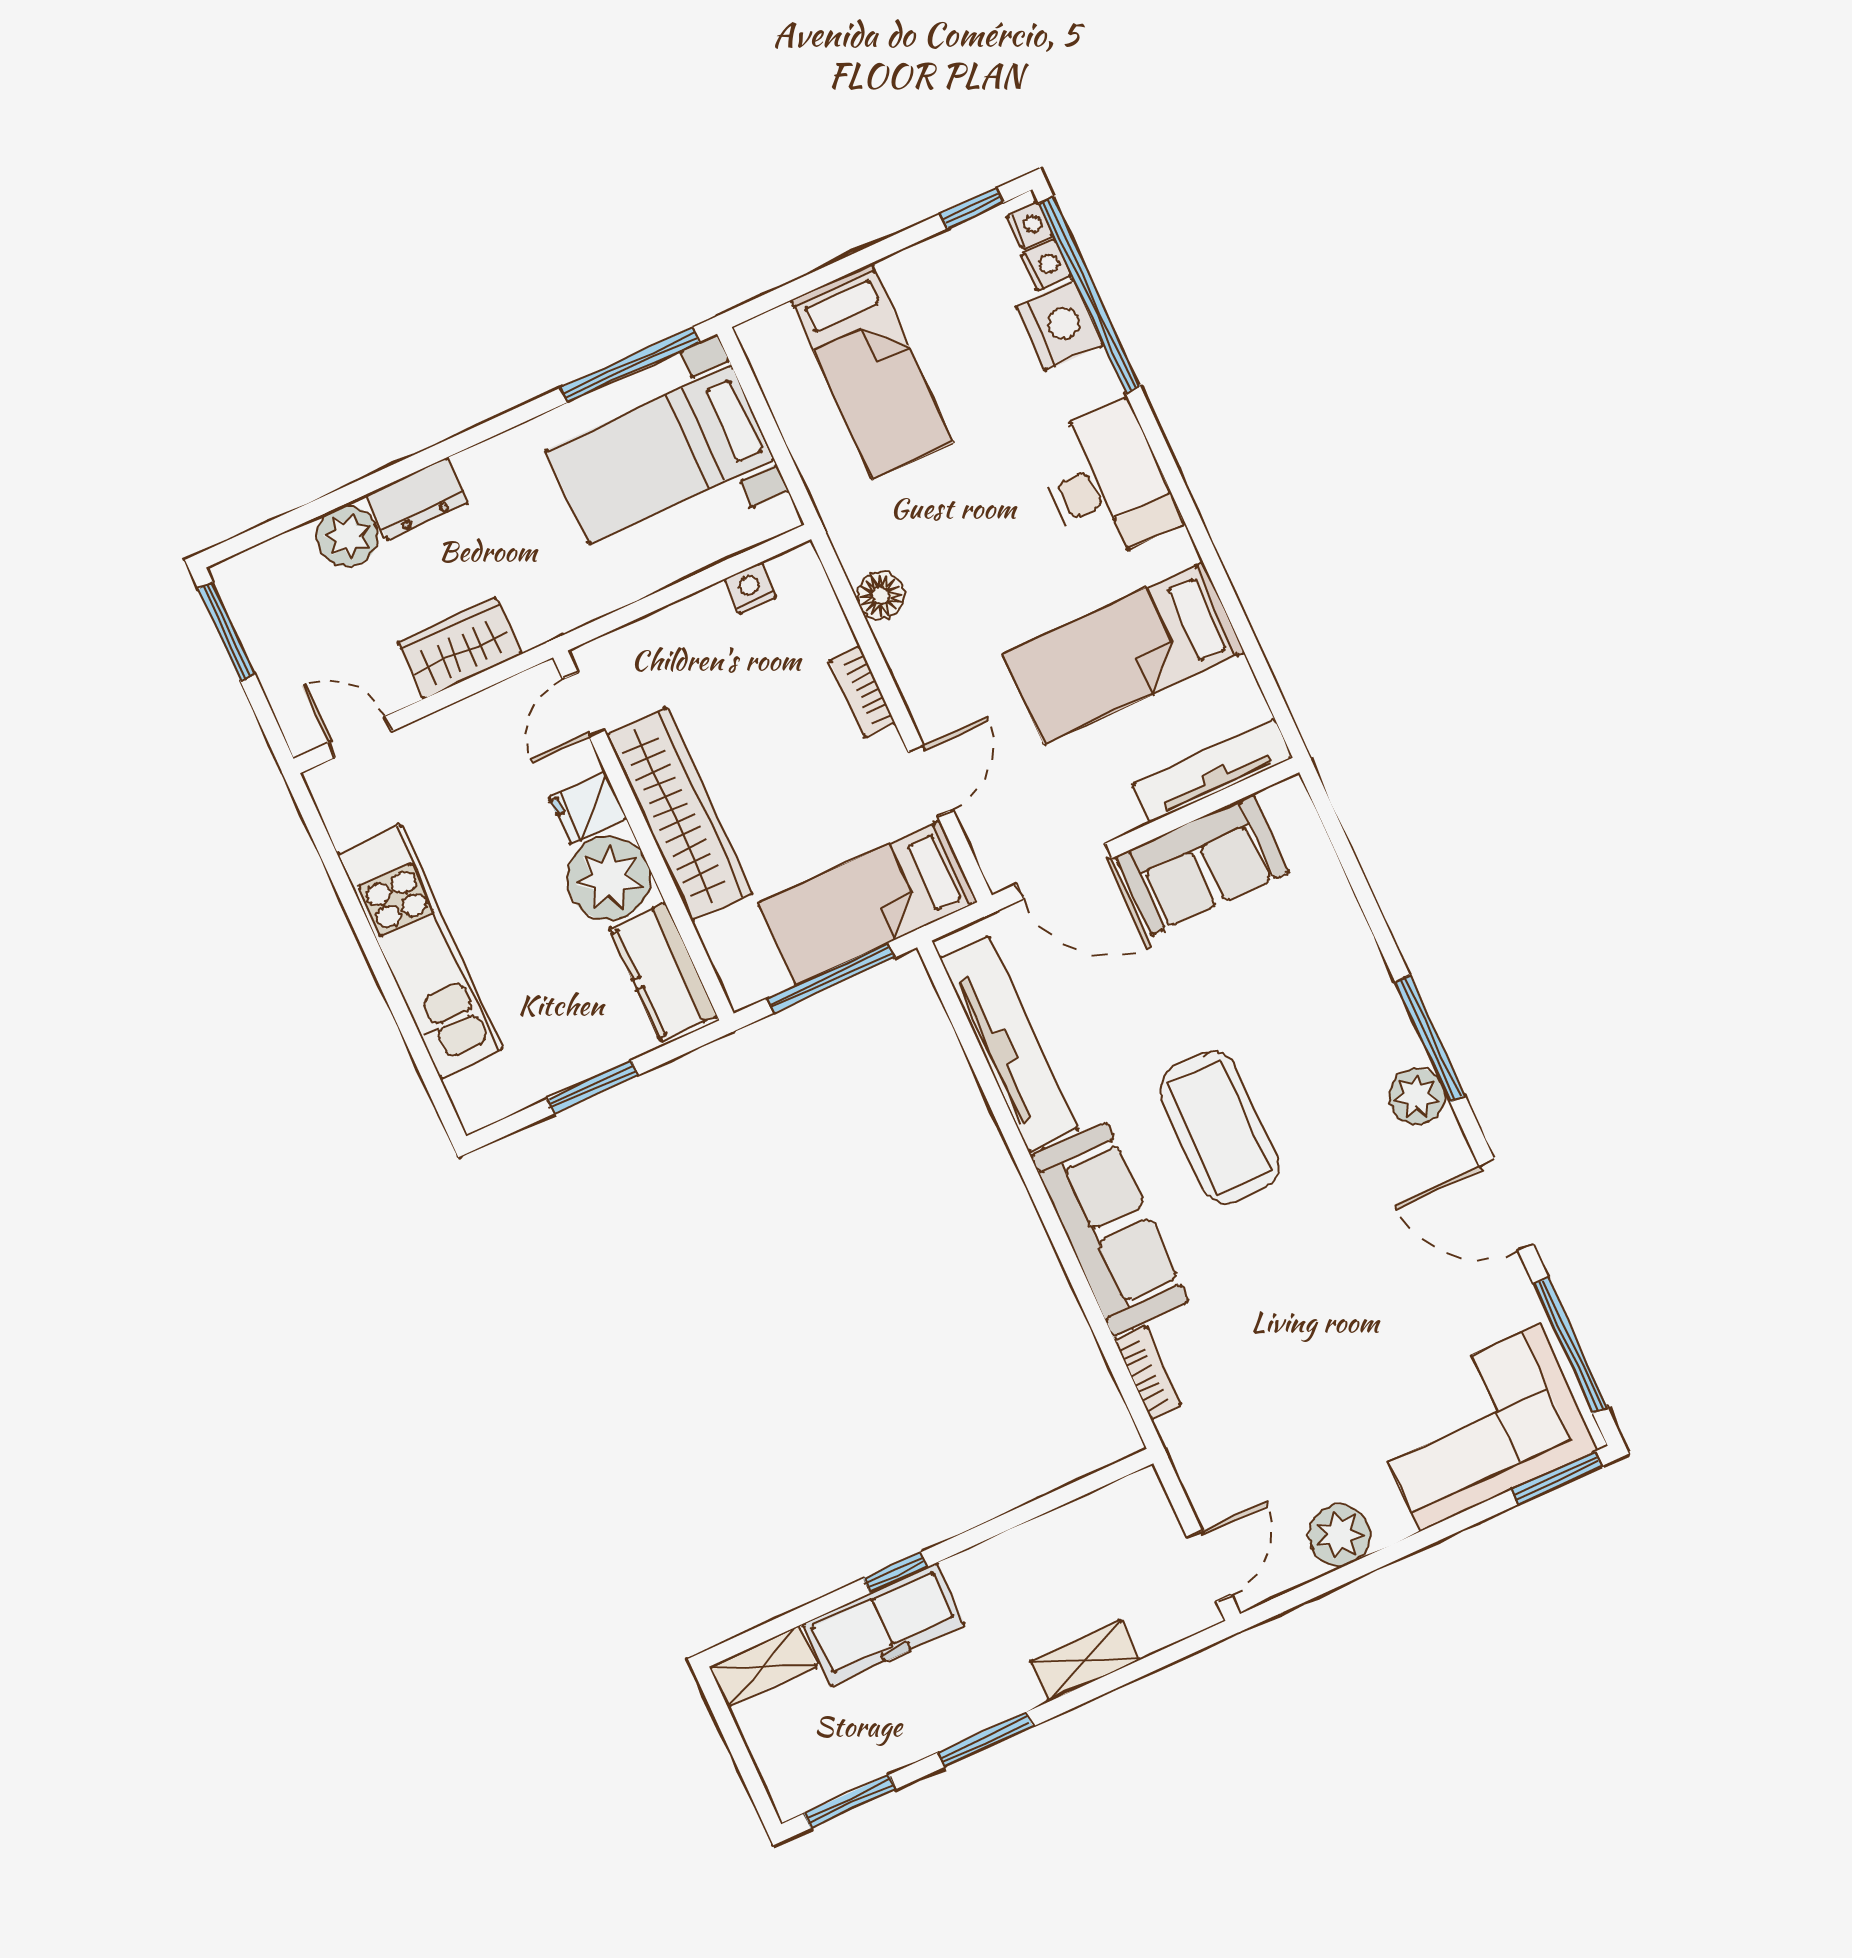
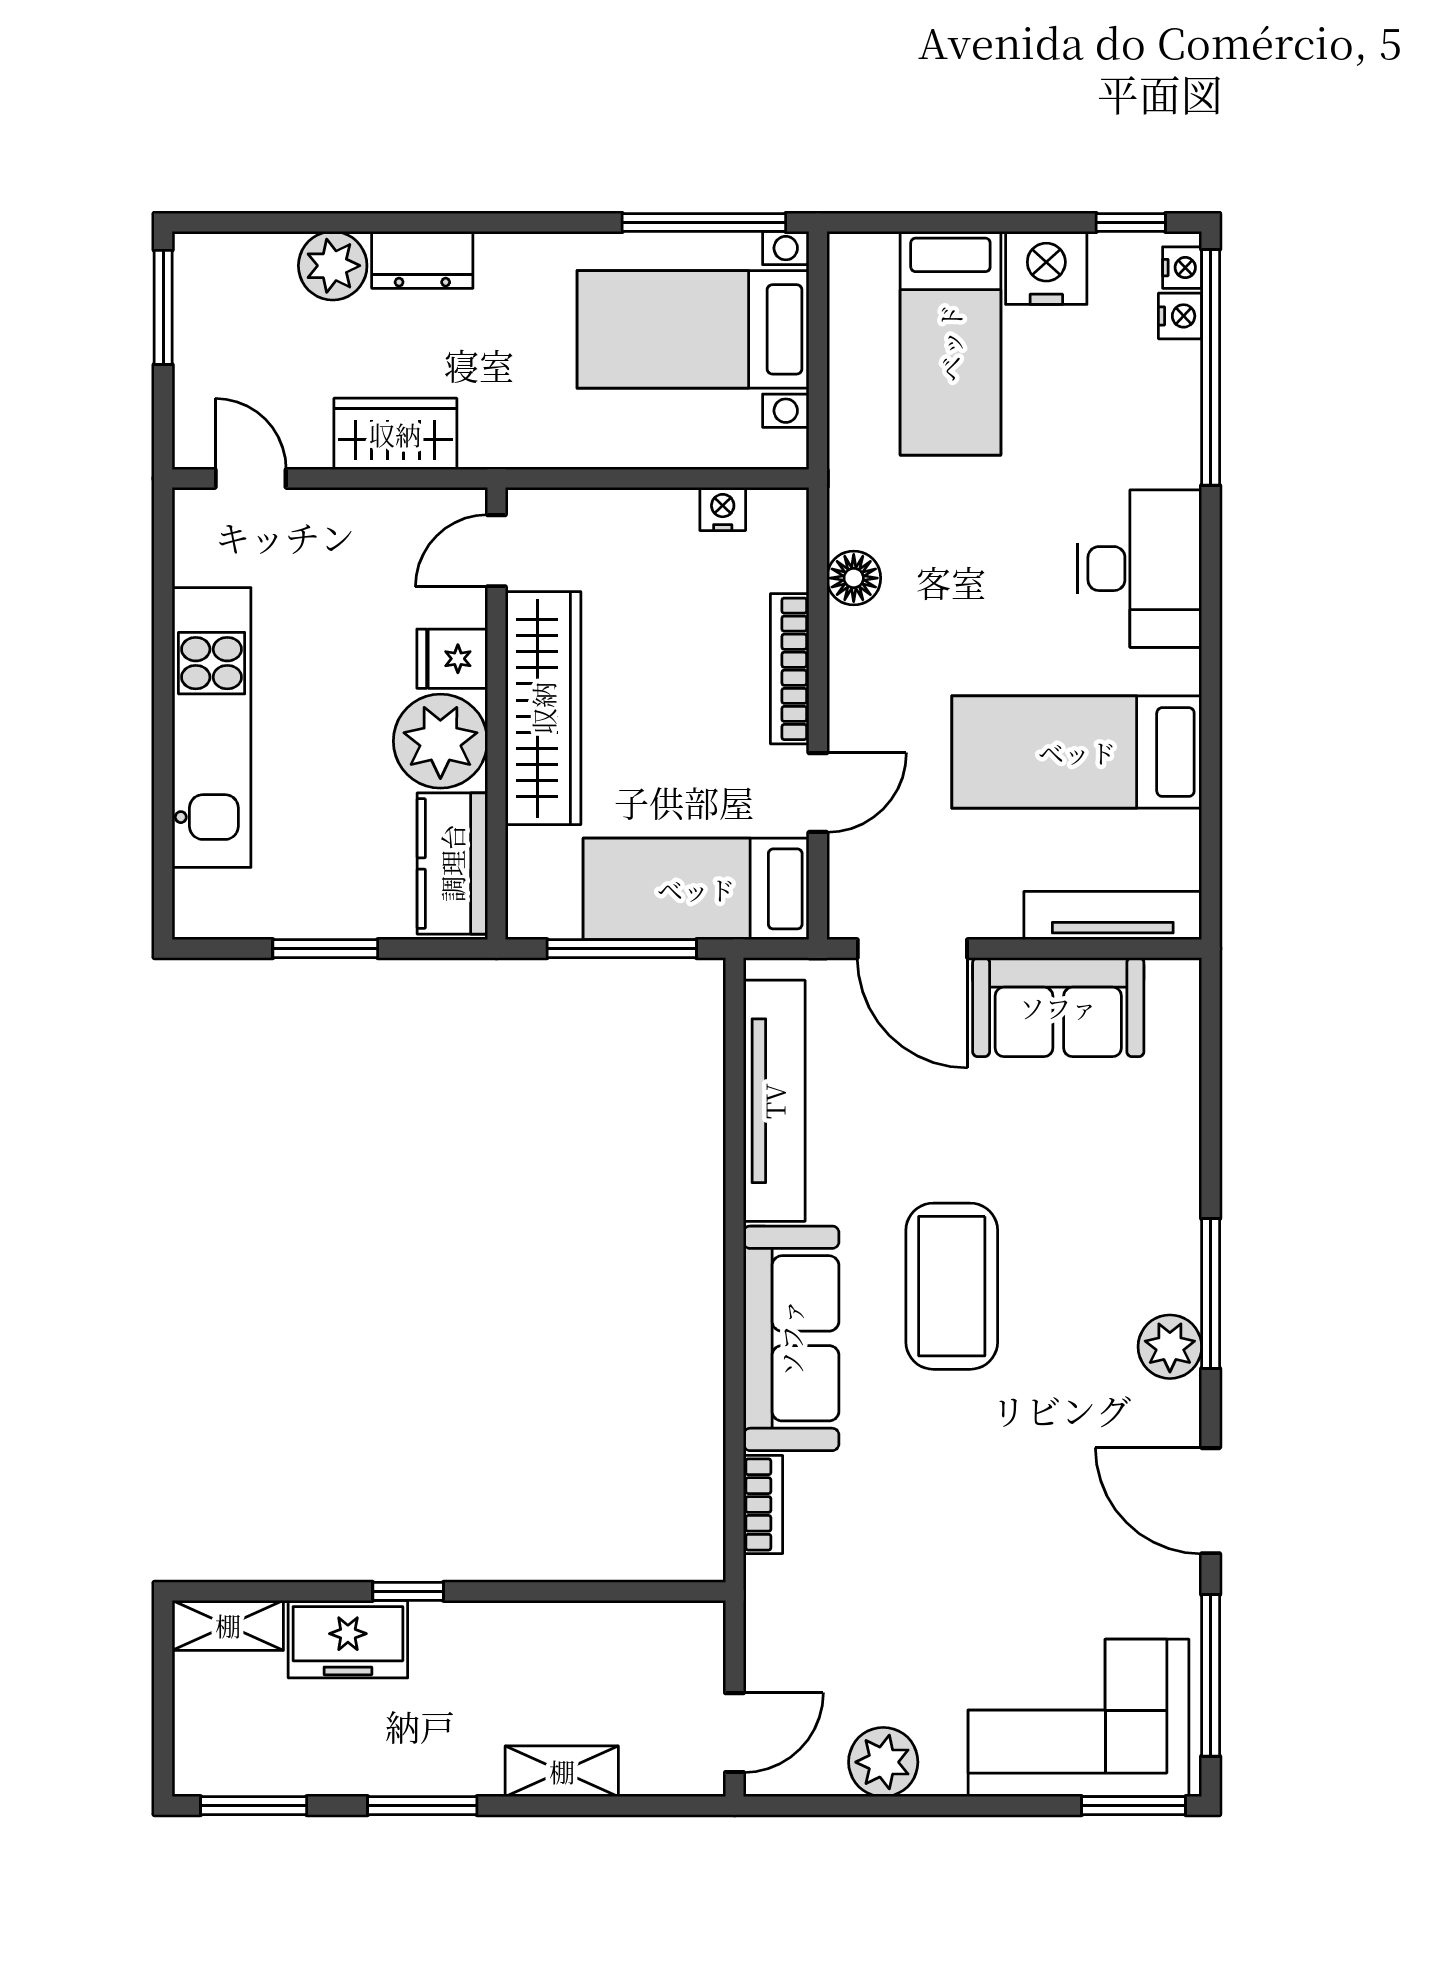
nightstand: (1059, 325) -> (1046, 268), moved, turned -90
bookcase: (862, 692) -> (790, 669), width x1.56
freezer: (884, 1624) -> (348, 1639), width x0.71

